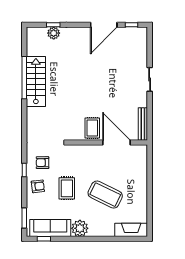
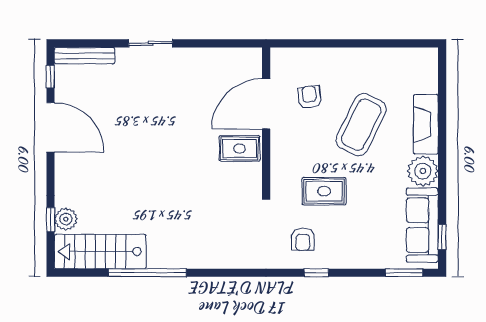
stairs: (36, 81) -> (100, 251), moved
bench: (143, 124) -> (85, 56), moved
armchair: (38, 186) -> (309, 97), moved
rug: (67, 188) -> (324, 191), moved
fireplace: (131, 230) -> (426, 124), moved

